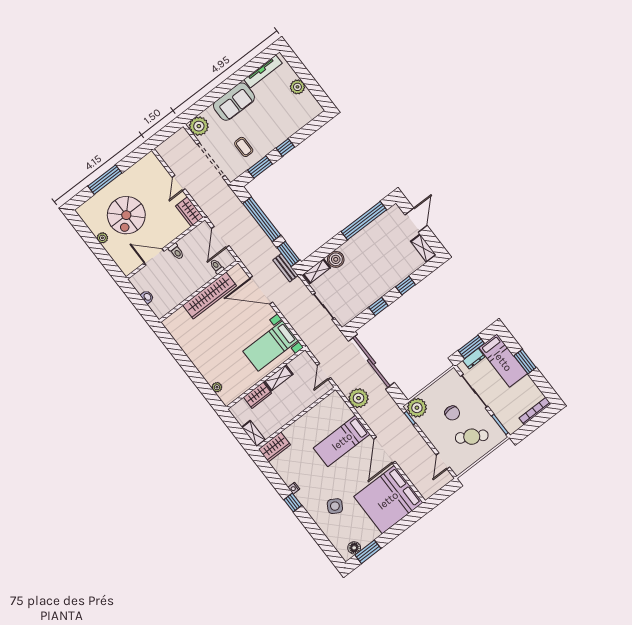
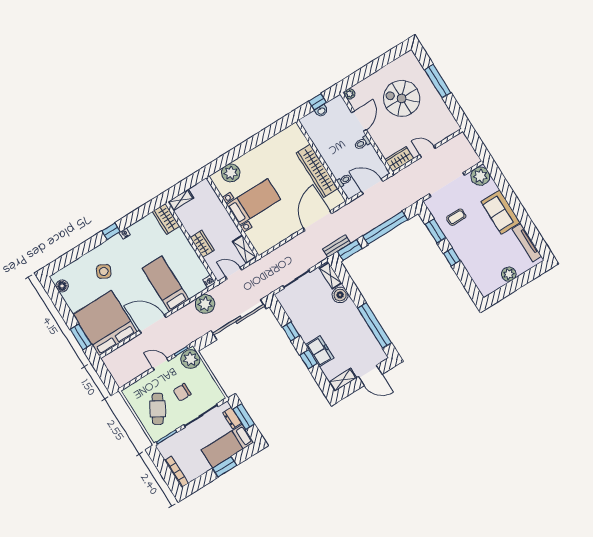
plant: (102, 238) -> (350, 94), moved
freezer: (396, 275) -> (320, 351), added
window: (138, 302) -> (318, 102), added
bed with nightstands: (271, 346) -> (253, 202), moved, turned 90
shelving: (278, 378) -> (244, 249), moved
plant: (217, 387) -> (231, 173), width x1.88, depth x1.88
wardrobe: (257, 395) -> (202, 244), moved, turned 180
nightstand: (335, 396) -> (209, 281), added
door: (443, 461) -> (161, 364), moved
window: (368, 552) -> (81, 337), moved

